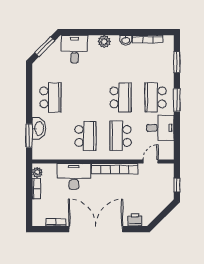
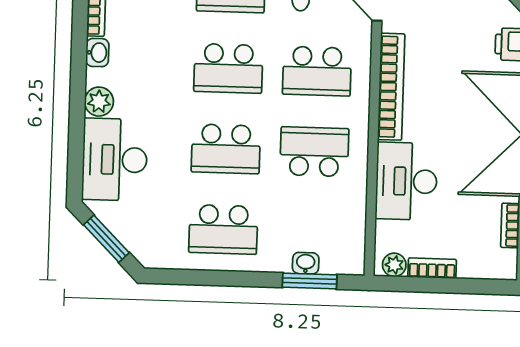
desk: (74, 49) -> (115, 160), width x1.37
school desk: (50, 97) -> (223, 229), turned 180
school desk: (85, 97) -> (226, 149), added
school desk: (121, 97) -> (228, 68), turned 180
washbasin: (39, 128) -> (306, 263), width x0.52, depth x0.69

